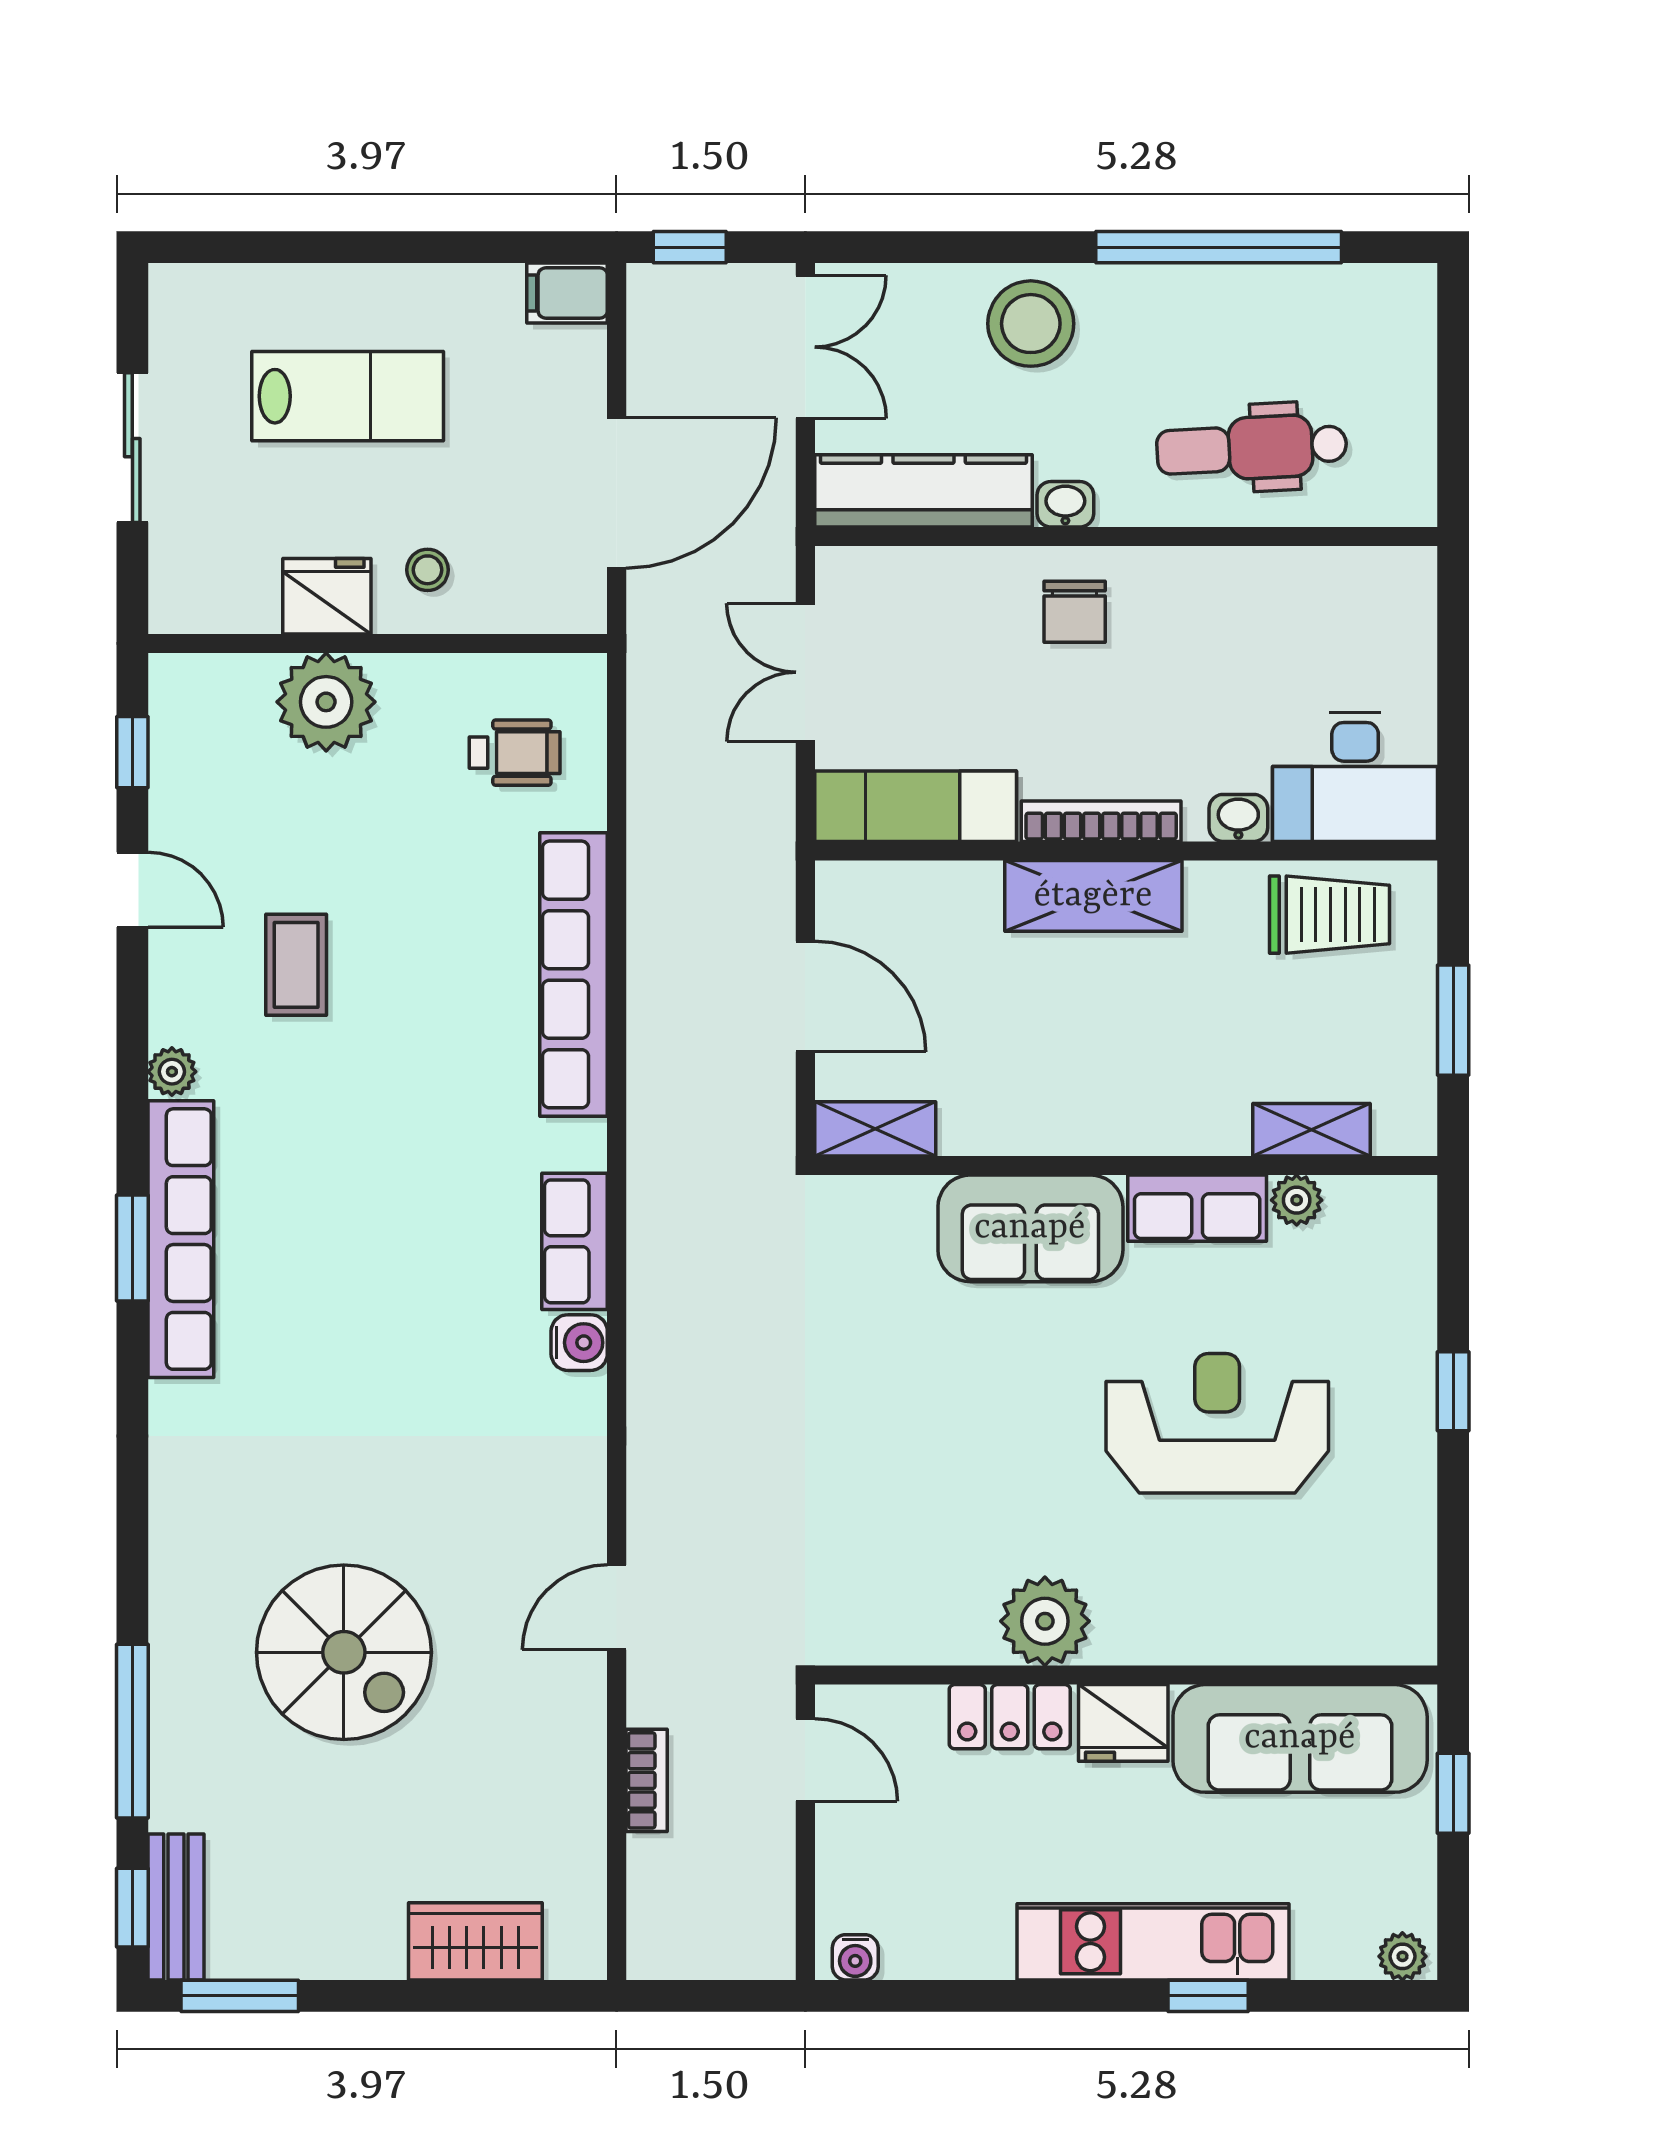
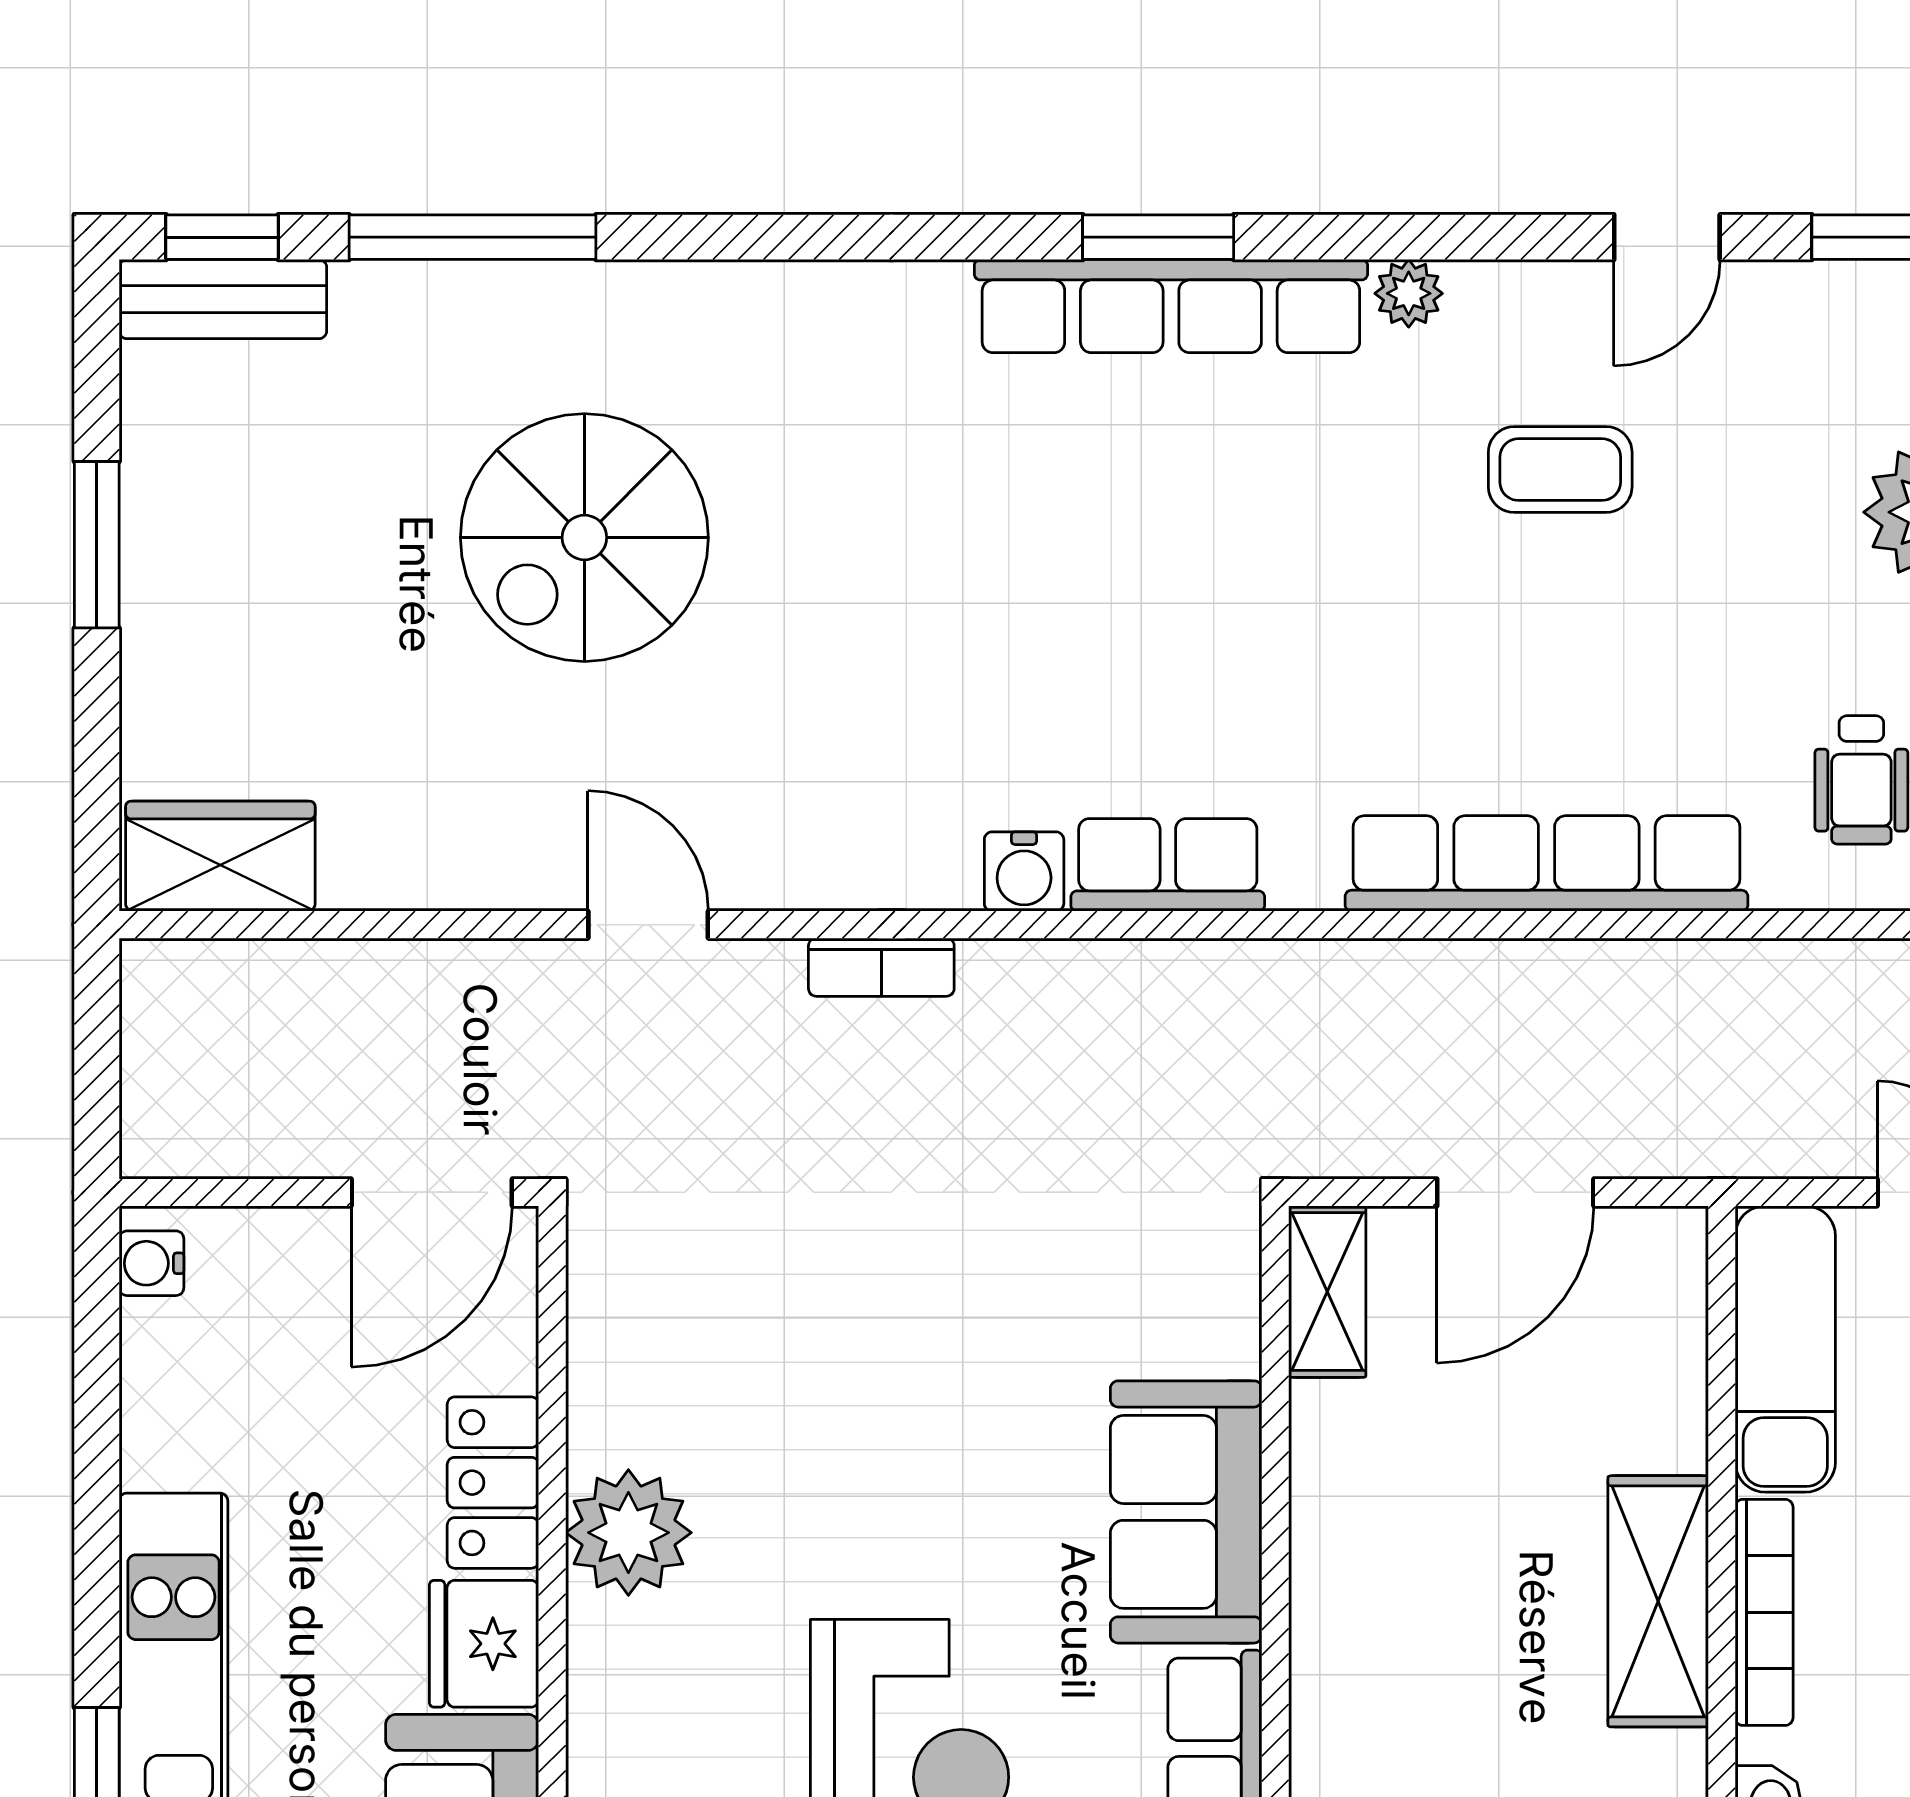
door: (805, 1760) -> (432, 1192), width x1.38
bookcase: (647, 1780) -> (881, 967), moved
wardrobe: (475, 1941) -> (220, 856), moved, turned -90
window: (240, 1996) -> (97, 545), moved

